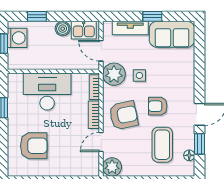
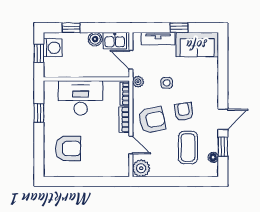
plant: (114, 74) -> (138, 82), width x0.53, depth x0.53
armchair: (158, 106) -> (184, 112), turned 82
door: (101, 142) -> (131, 145), swing flipped

